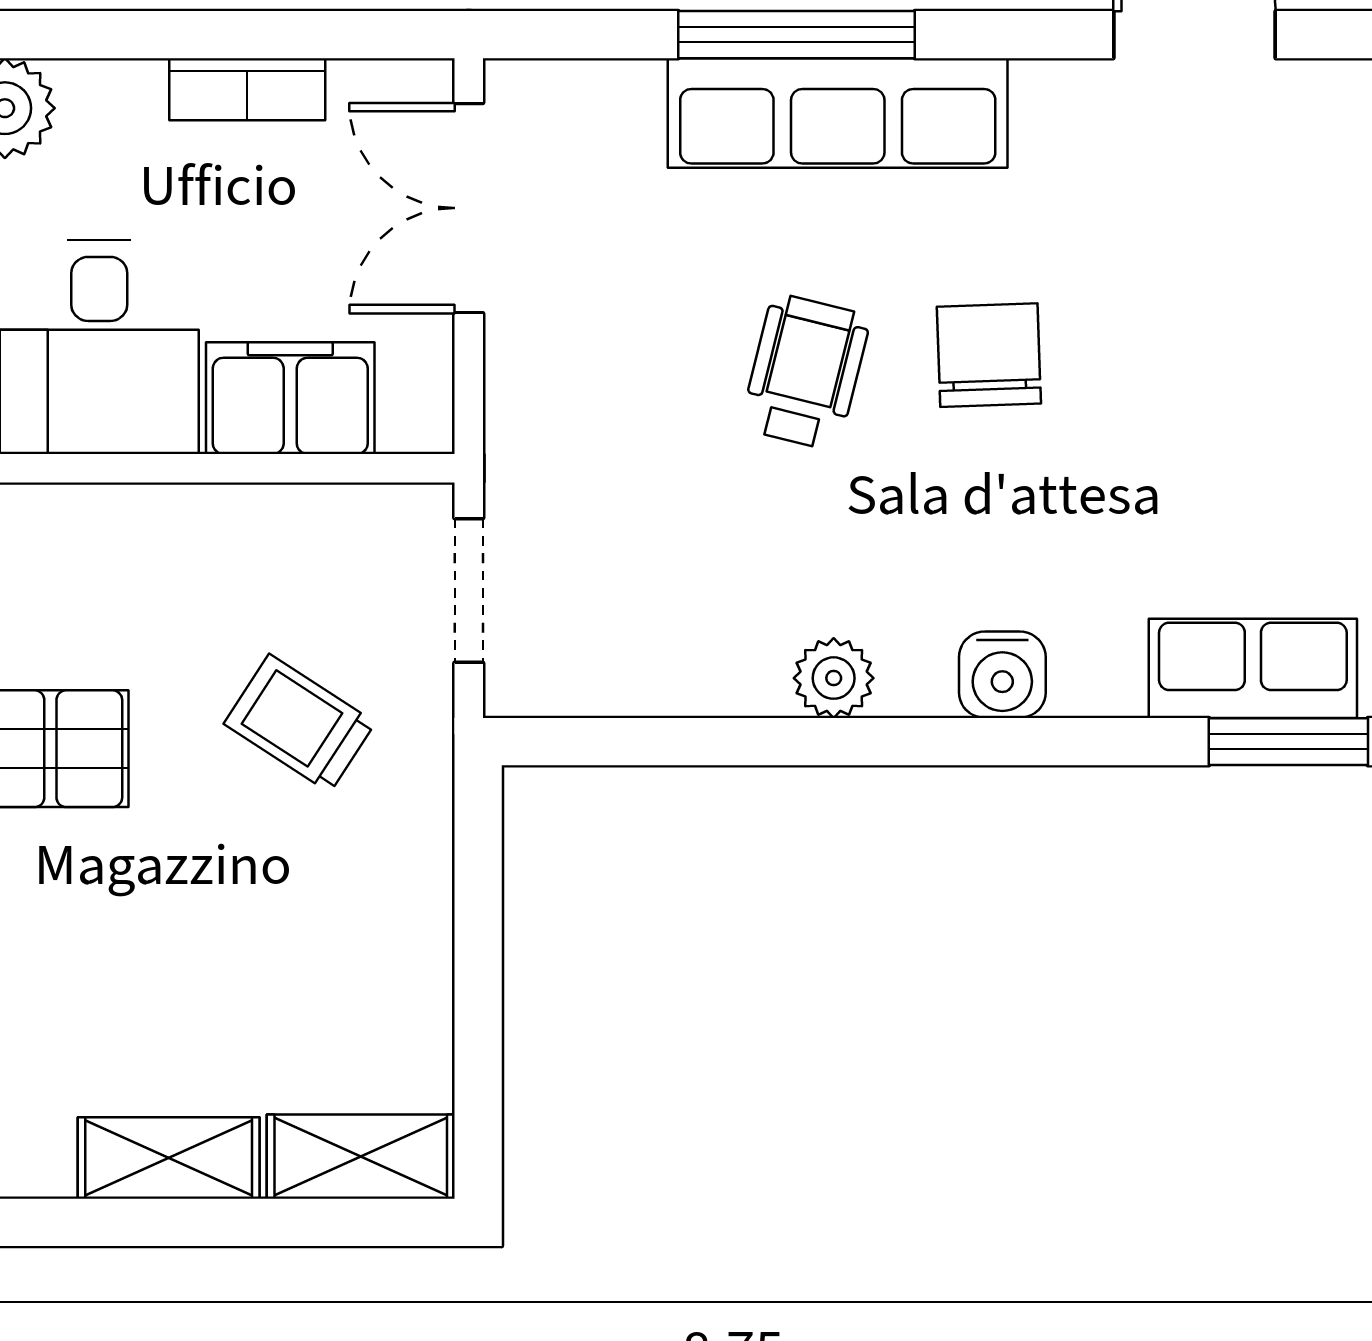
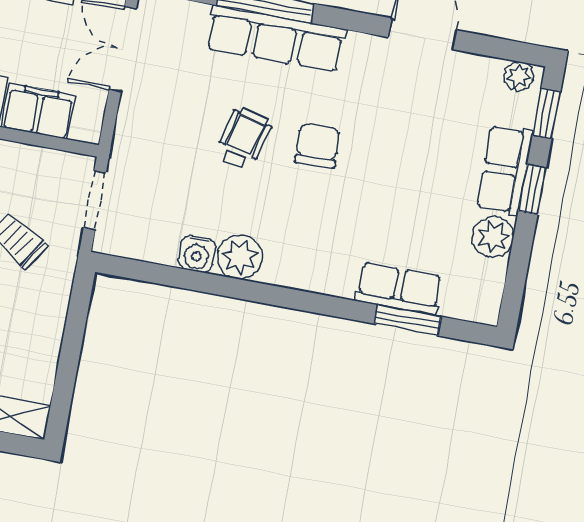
water cooler: (1002, 675) -> (197, 254), moved
plant: (834, 678) -> (240, 257), width x1.38, depth x1.38

